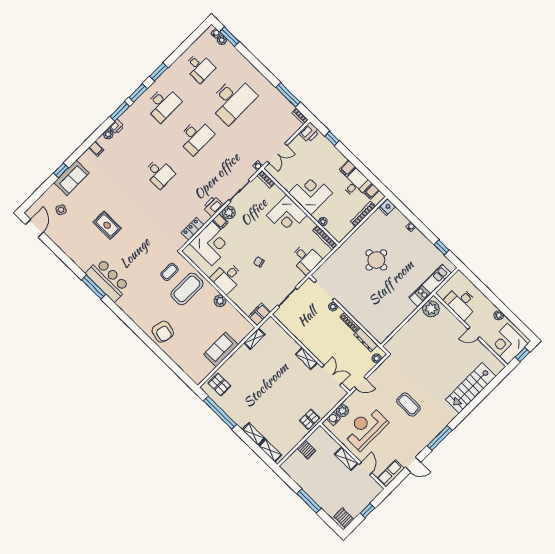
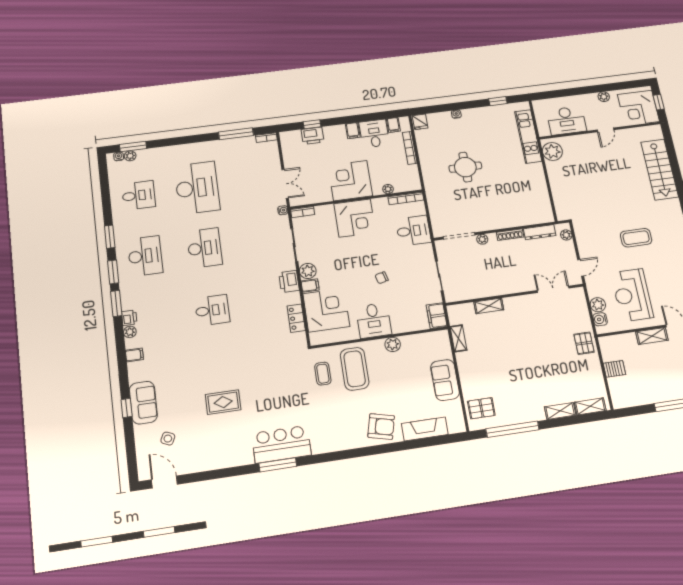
printer: (309, 132) -> (313, 136), moved, turned 90
fireplace: (181, 359) -> (425, 429), added
shelving: (306, 359) -> (489, 306), moved

